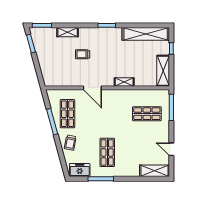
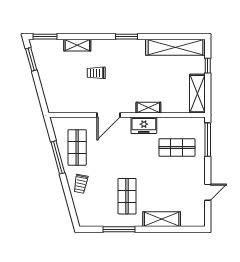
door: (92, 88) -> (108, 115), hinge flipped
door: (171, 149) -> (208, 192), swing flipped
freezer: (80, 170) -> (144, 125), moved, turned 180
shelving: (154, 171) -> (162, 219), moved

